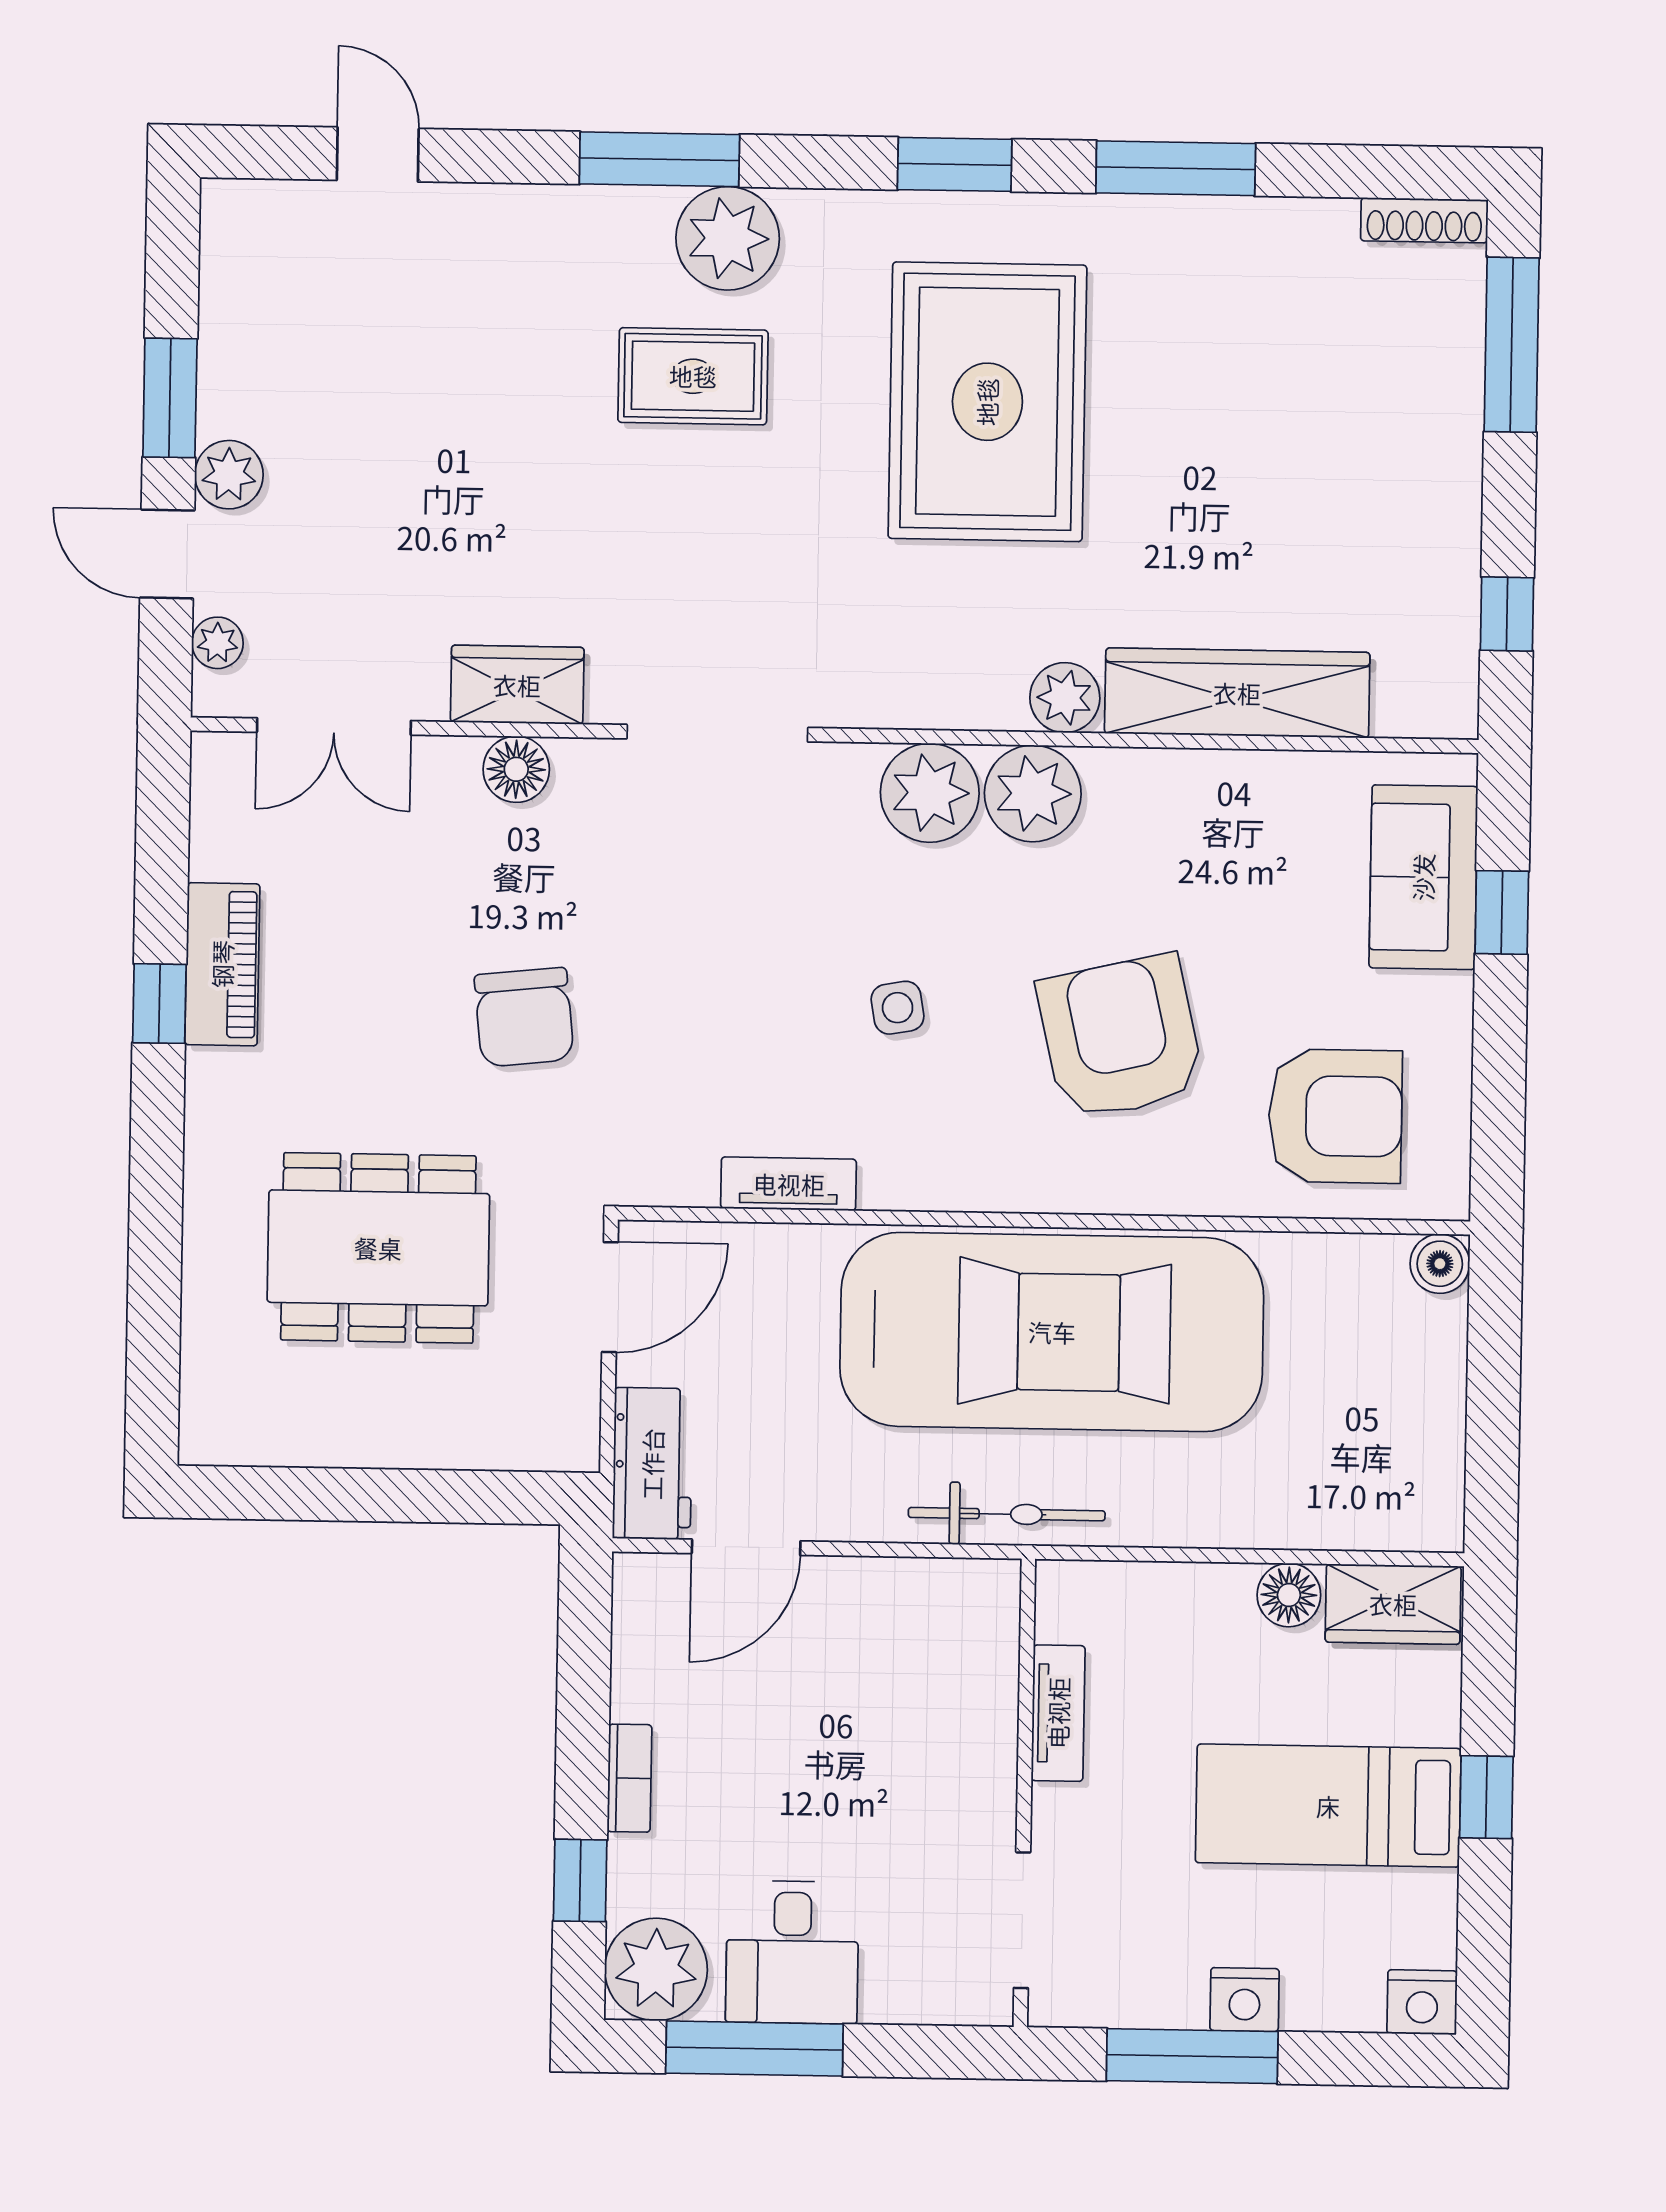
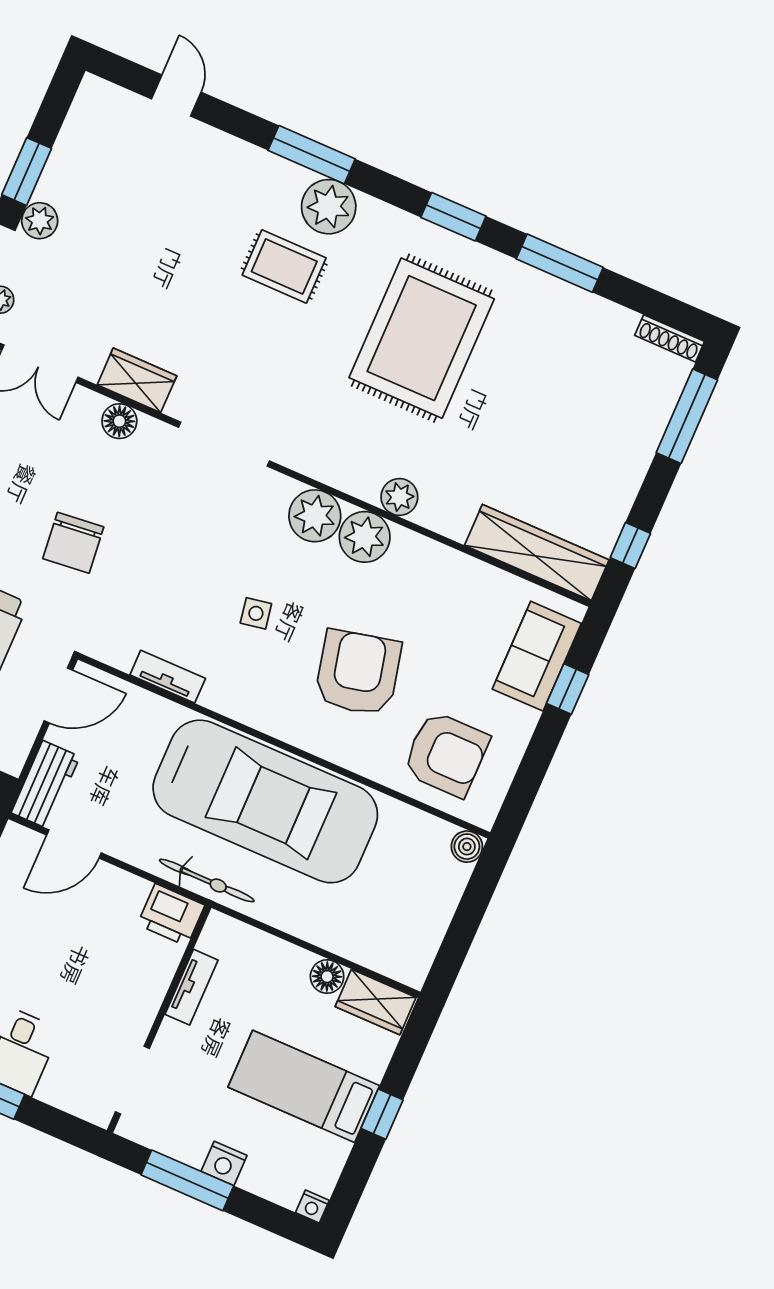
wardrobe: (1237, 693) -> (537, 553), moved
printer: (969, 1601) -> (171, 915), added
nightstand: (1422, 2002) -> (312, 1207), width x0.72, depth x0.74

